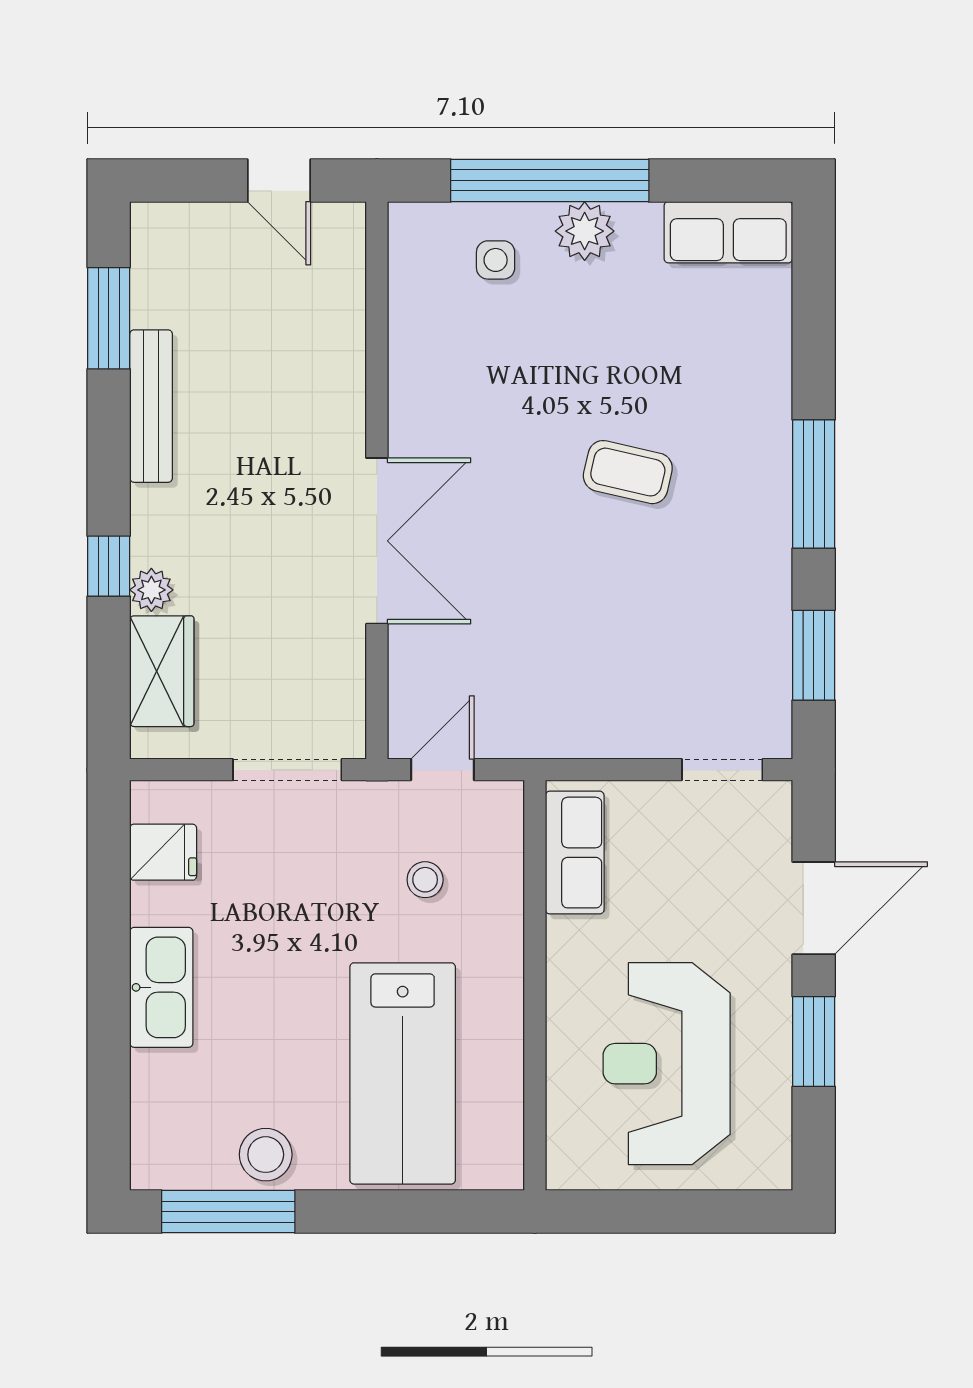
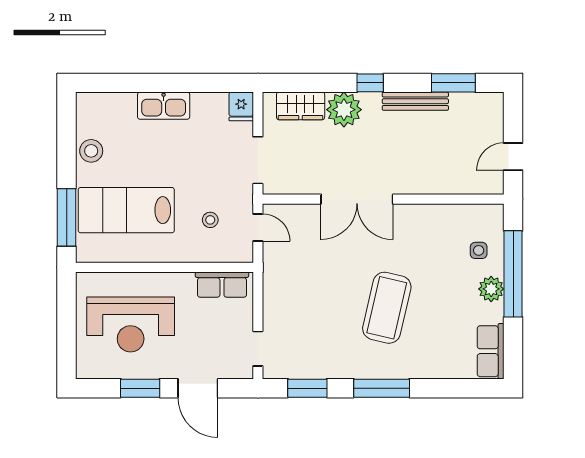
coffee table: (628, 472) -> (387, 308), width x1.86, depth x1.72
window: (109, 566) -> (370, 83), moved
plant: (151, 590) -> (344, 110), width x1.87, depth x1.87
fridge: (163, 852) -> (241, 106), moved
reception desk: (667, 1064) -> (131, 324), turned 180
window: (228, 1212) -> (67, 217), moved

